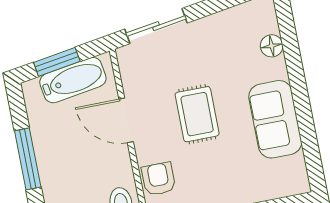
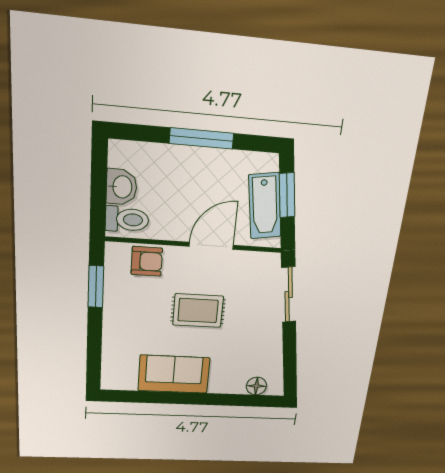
floor lamp: (272, 46) -> (256, 386), moved

